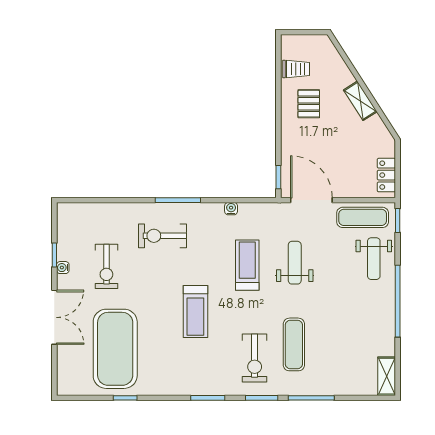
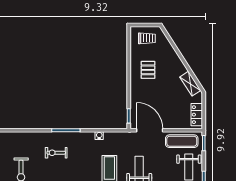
trolley: (296, 69) -> (147, 38), moved
shelving: (360, 101) -> (190, 84), moved
exercise bike: (162, 236) -> (56, 153), width x0.73, depth x0.72

